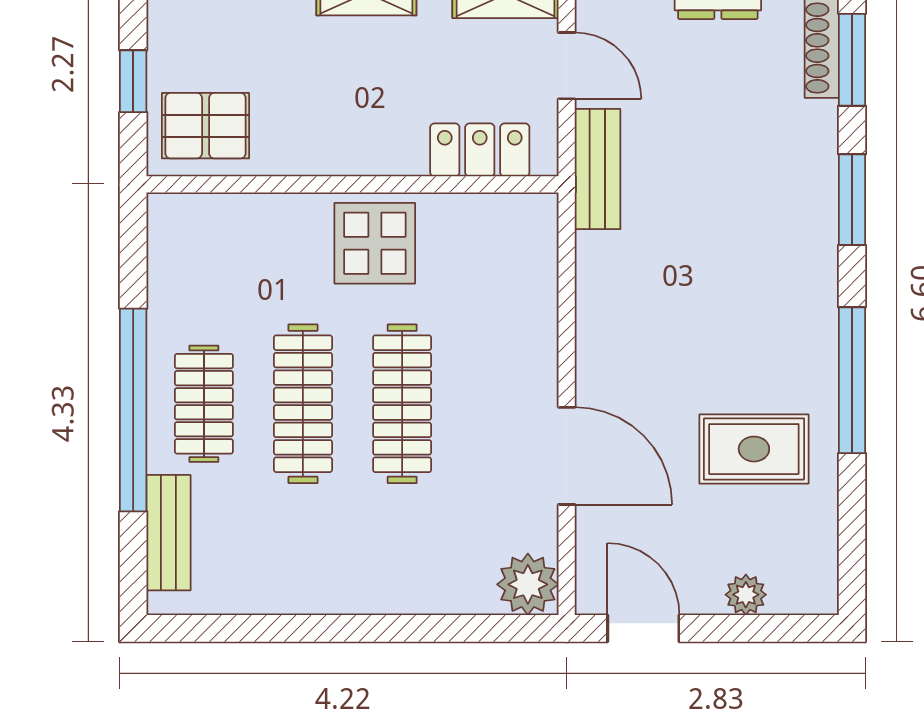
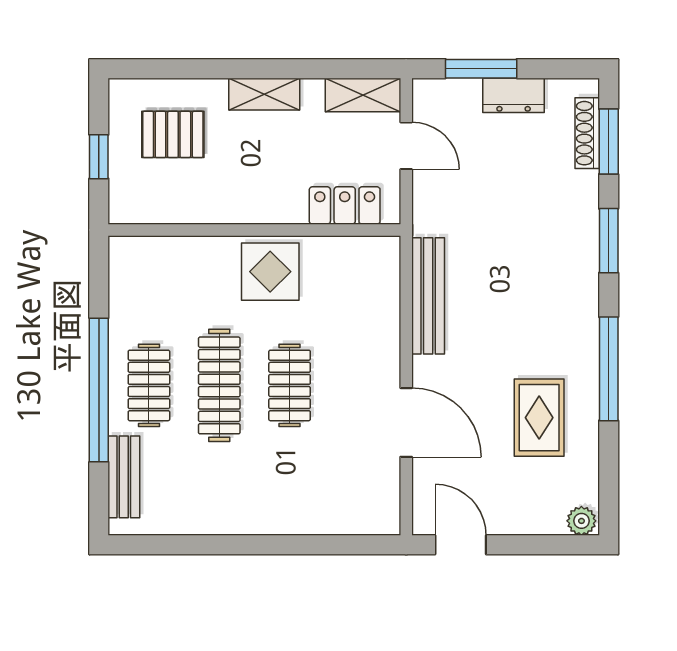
pallet: (206, 126) -> (173, 134), moved
bench: (597, 169) -> (428, 296), moved, width x1.36
clothes rail: (402, 404) -> (290, 385), width x0.73
rug: (754, 449) -> (539, 418), turned 90
plant: (528, 584) -> (379, 514), removed
plant: (746, 595) -> (581, 521), moved

